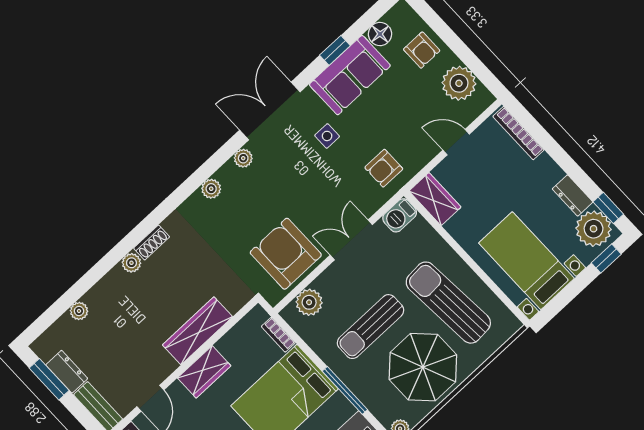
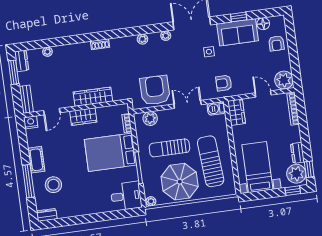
plant: (459, 83) -> (284, 80), moved
plant: (131, 263) -> (85, 47), removed
dresser: (67, 372) -> (22, 61), moved

